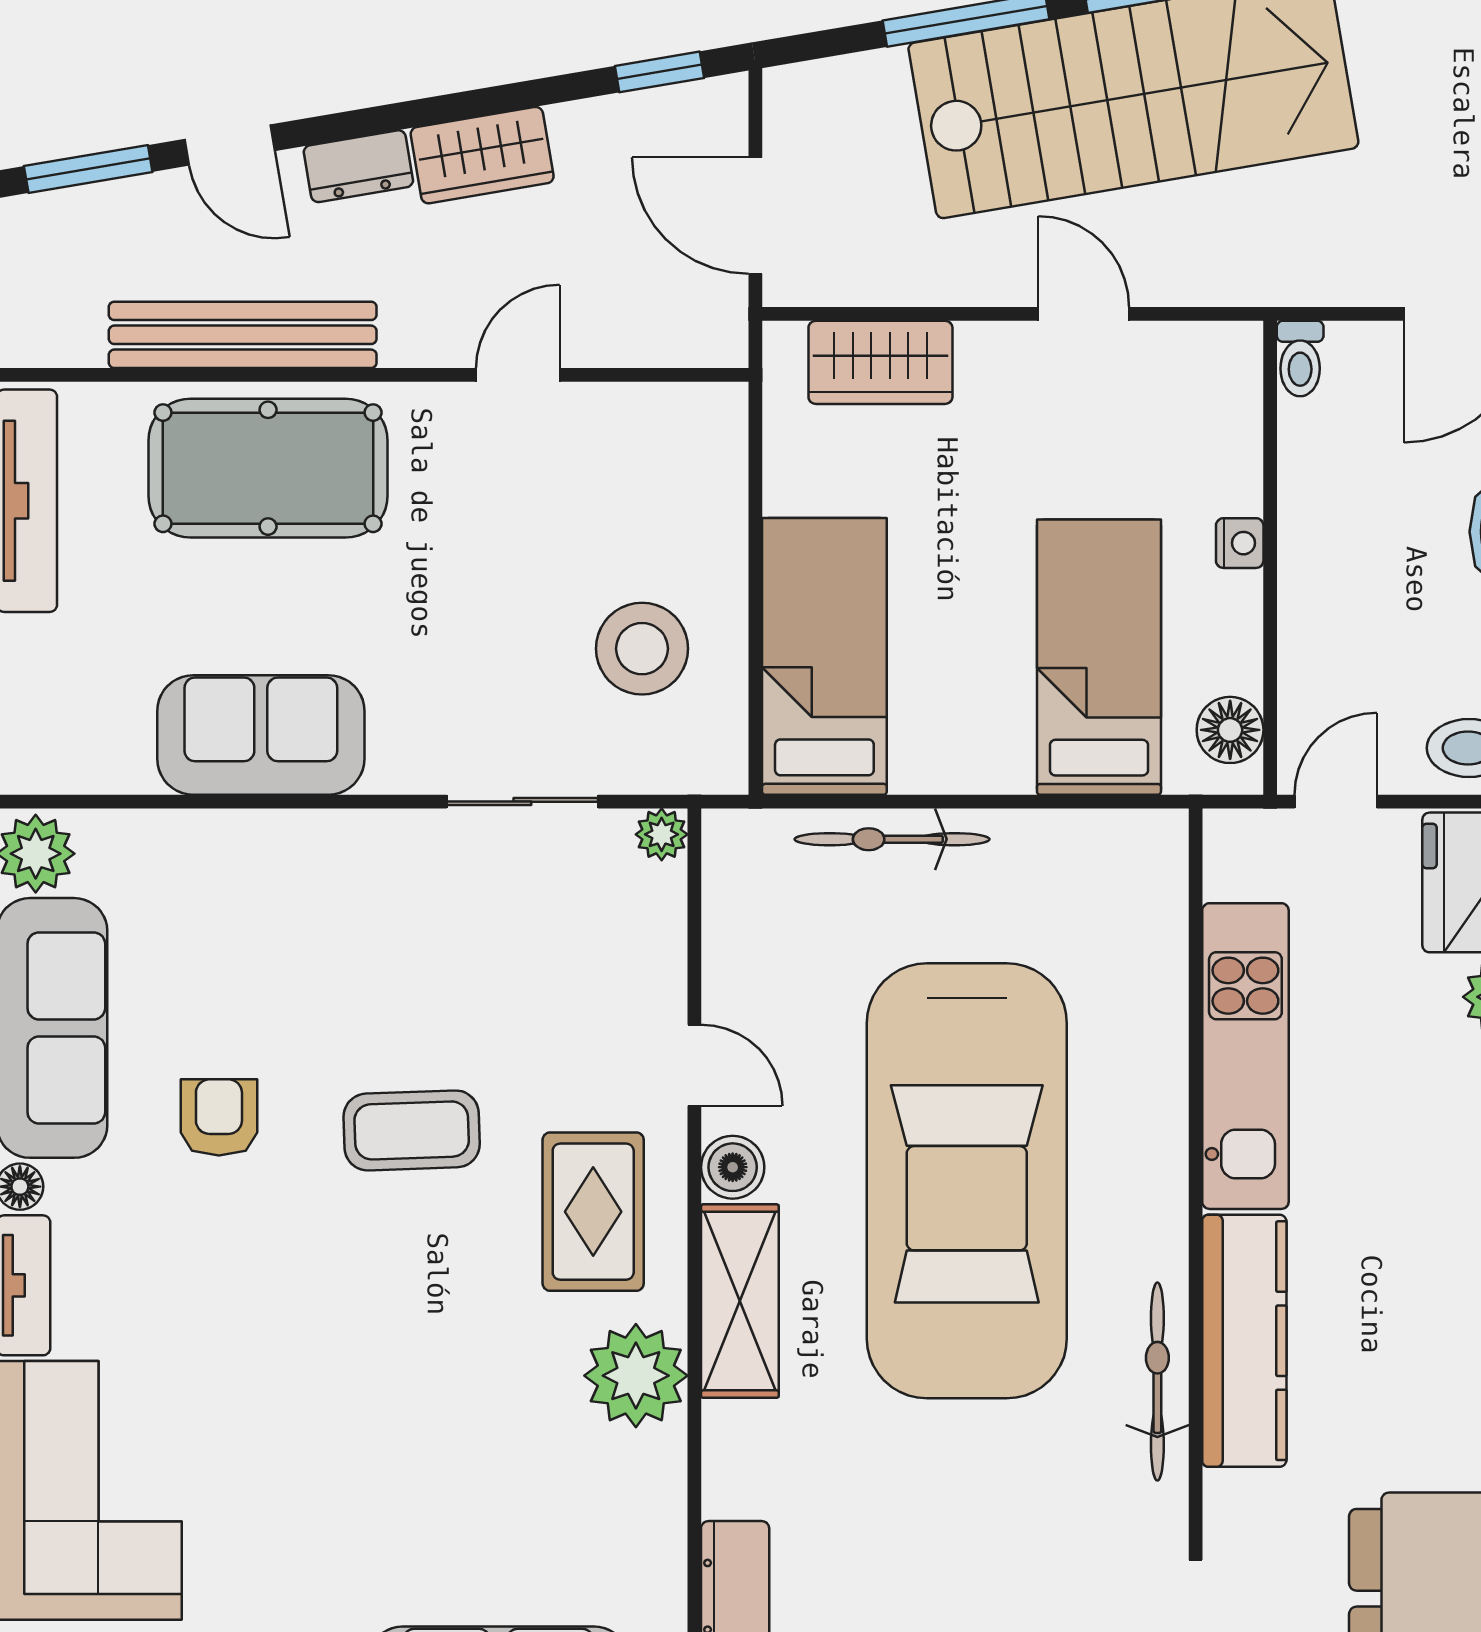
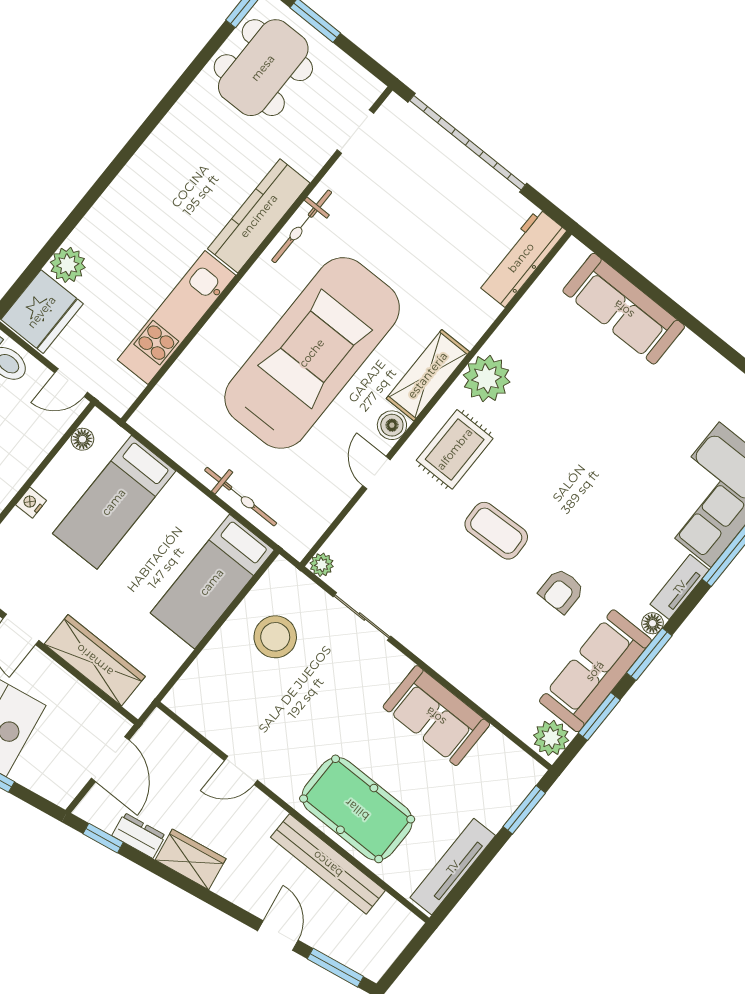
dresser: (358, 166) -> (139, 836), moved
wardrobe: (880, 362) -> (95, 660), width x1.50
floor lamp: (1230, 730) -> (82, 439), width x0.73, depth x0.73

